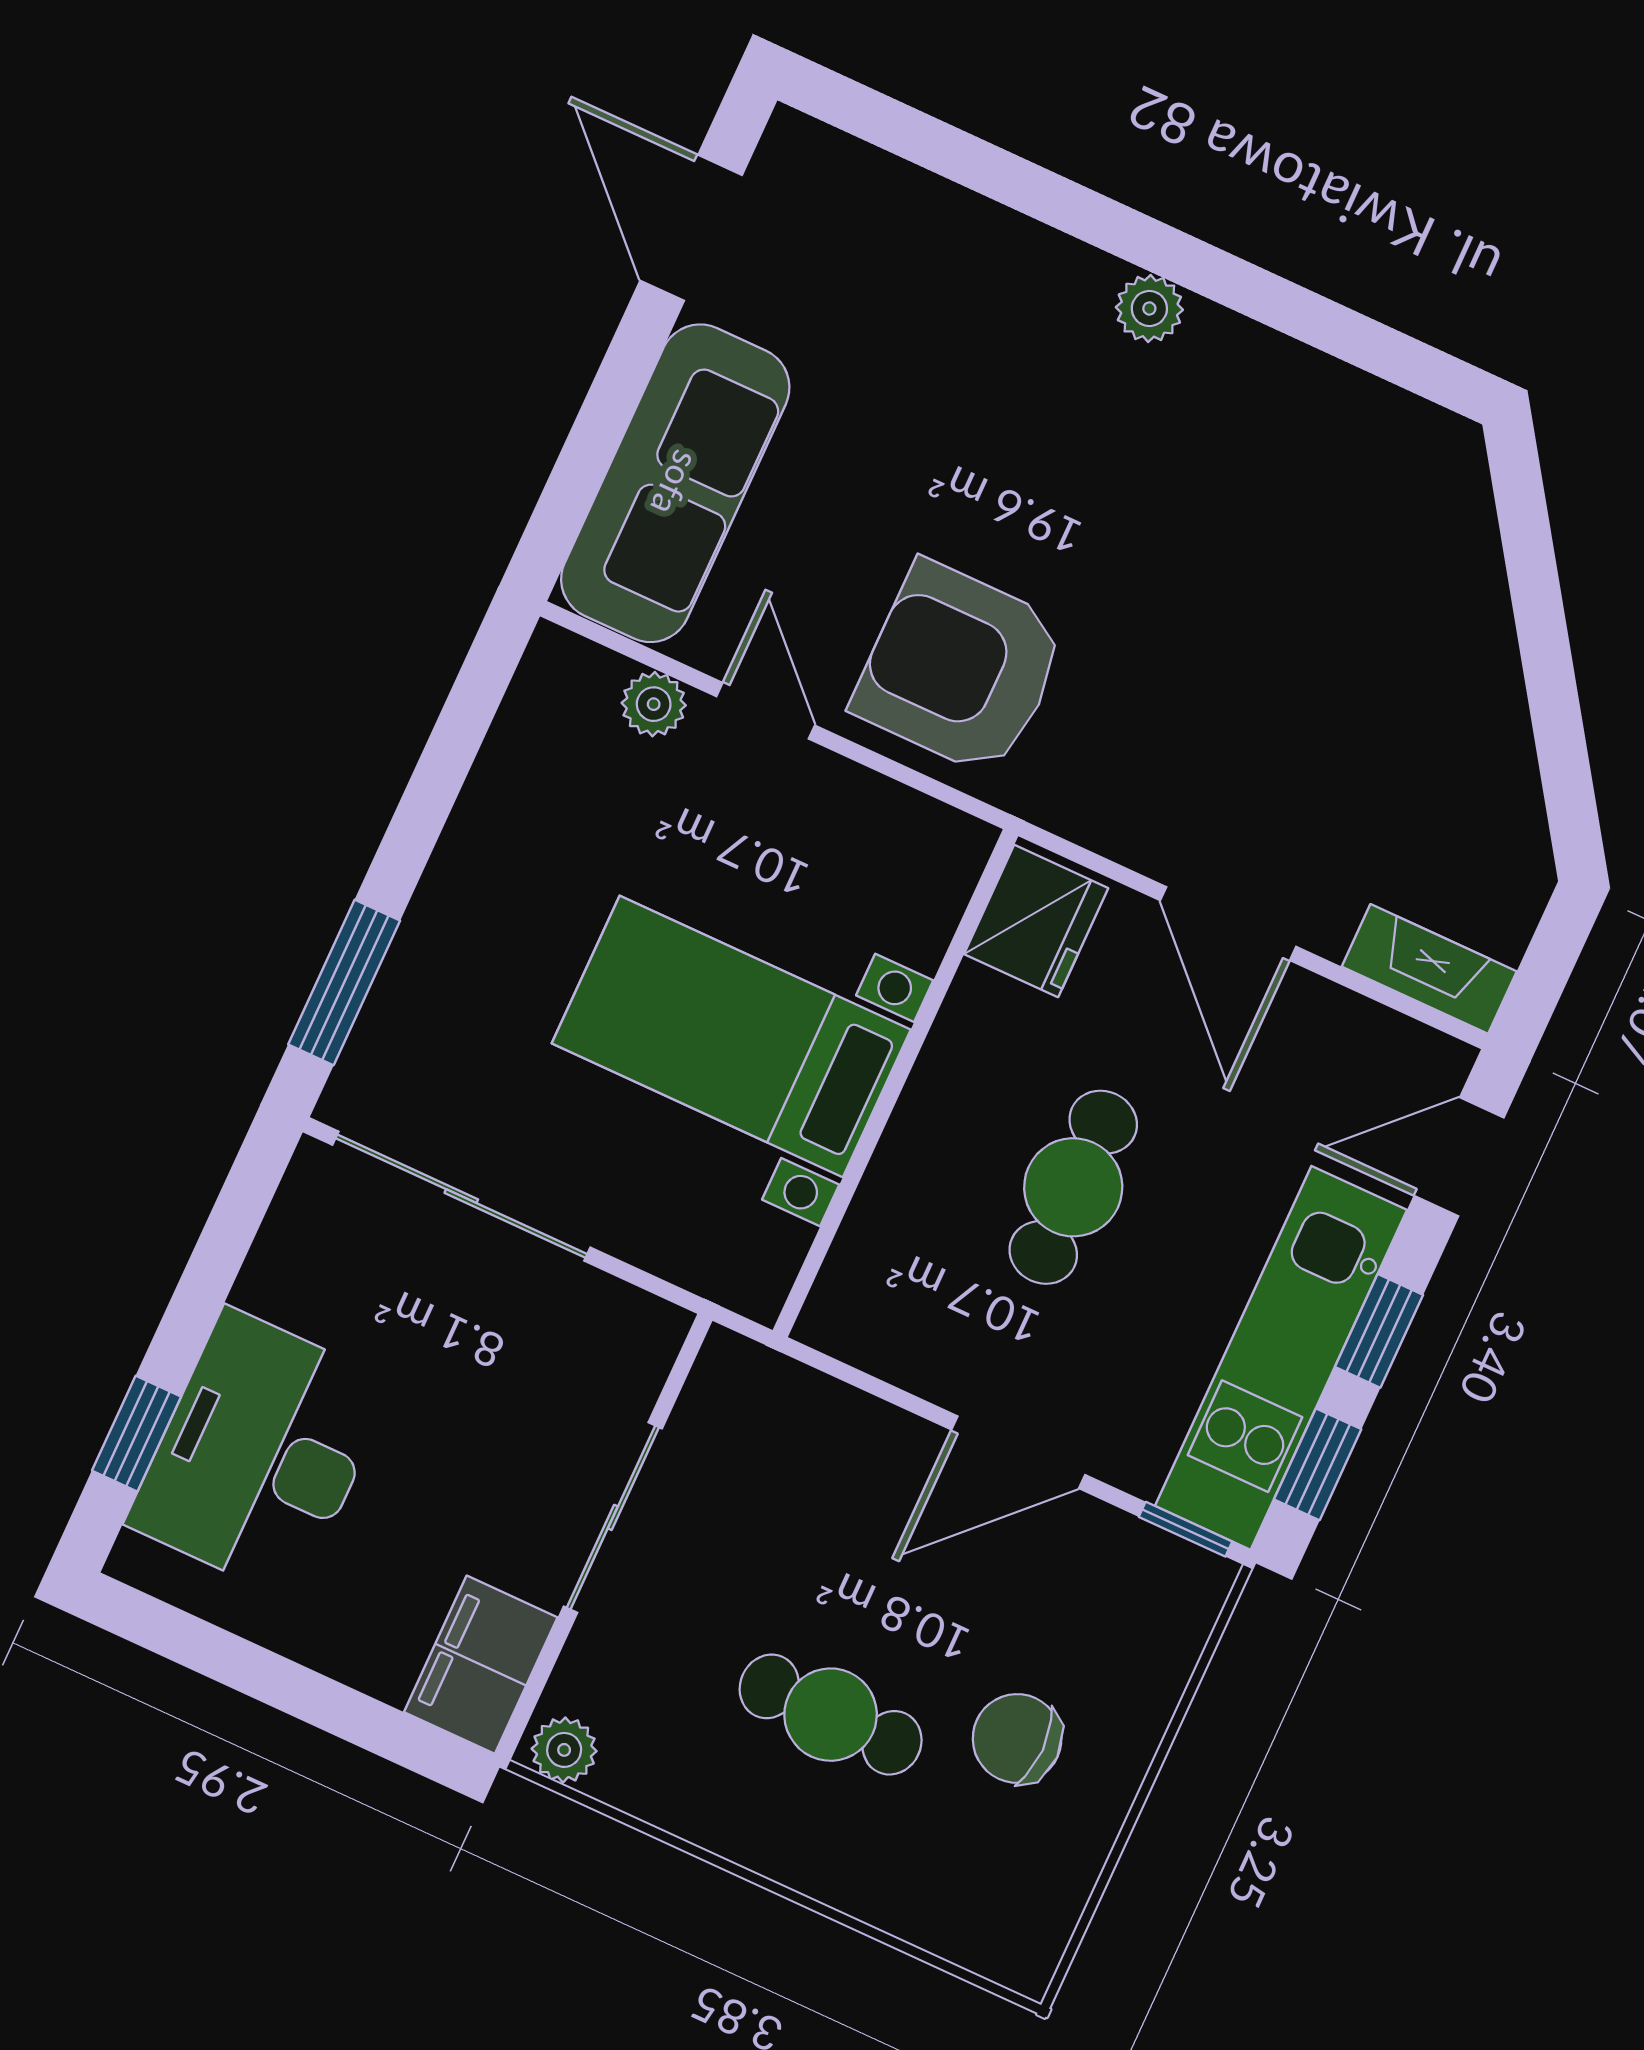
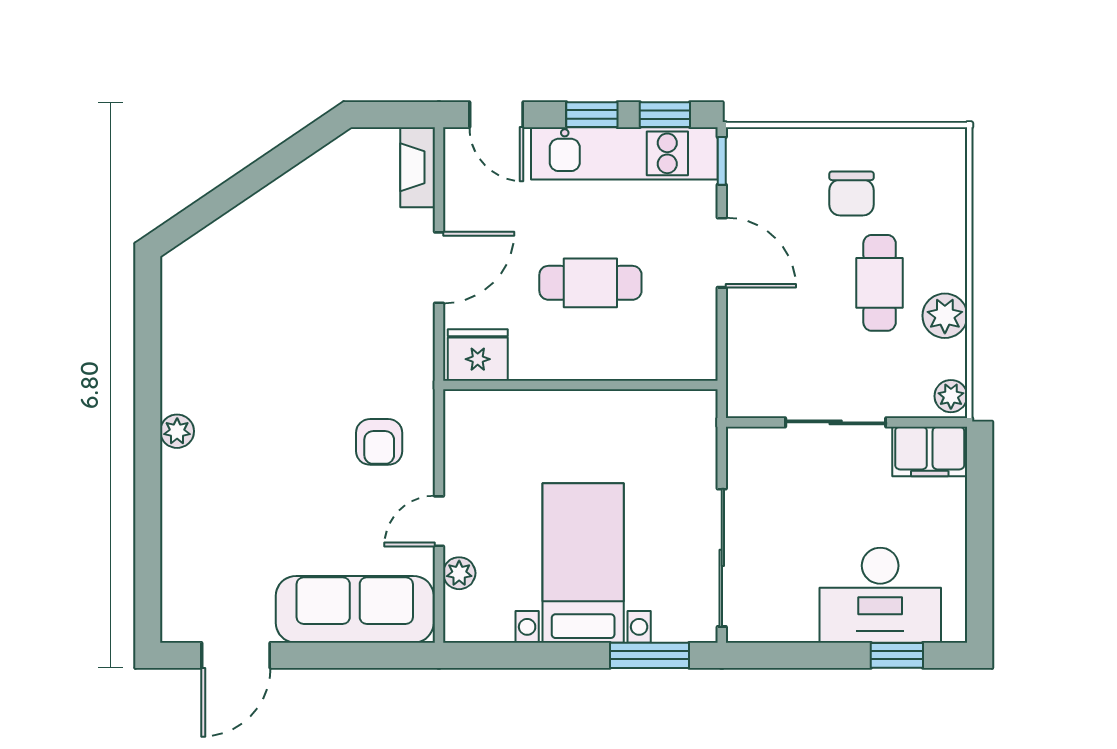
armchair: (960, 668) -> (379, 442), width x0.53, depth x0.53
bed with nightstands: (731, 1036) -> (583, 563), moved, turned 180
plant: (716, 1806) -> (945, 316), added

